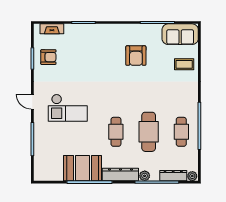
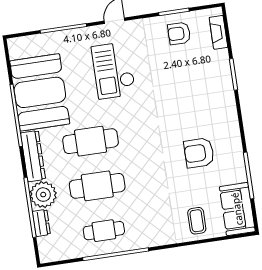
armchair: (48, 57) -> (179, 33), turned 90
cafe table: (116, 132) -> (91, 141), width x1.37, depth x1.35
booth: (83, 168) -> (40, 92), width x1.36, depth x1.42
plant: (145, 176) -> (43, 195), width x1.88, depth x1.88
dresser: (173, 176) -> (41, 223), width x0.70
plant: (192, 176) -> (45, 255), removed

